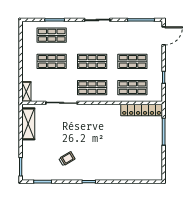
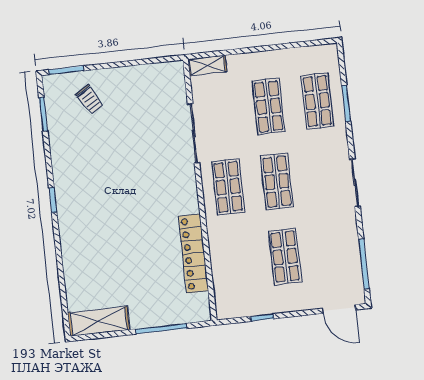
shop shelf: (132, 88) -> (236, 262), removed
locker: (142, 110) -> (193, 253), moved
shelving: (28, 124) -> (99, 321), moved
trolley: (67, 159) -> (89, 99), moved

